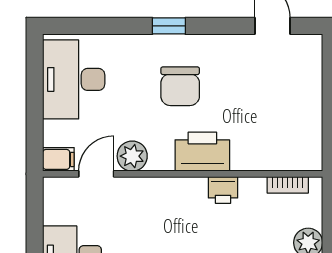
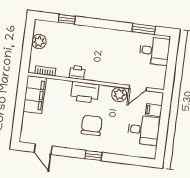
desk: (74, 79) -> (144, 130), width x0.73
filing cabinet: (303, 134) -> (35, 95), added
filing cabinet: (58, 159) -> (154, 110), moved

